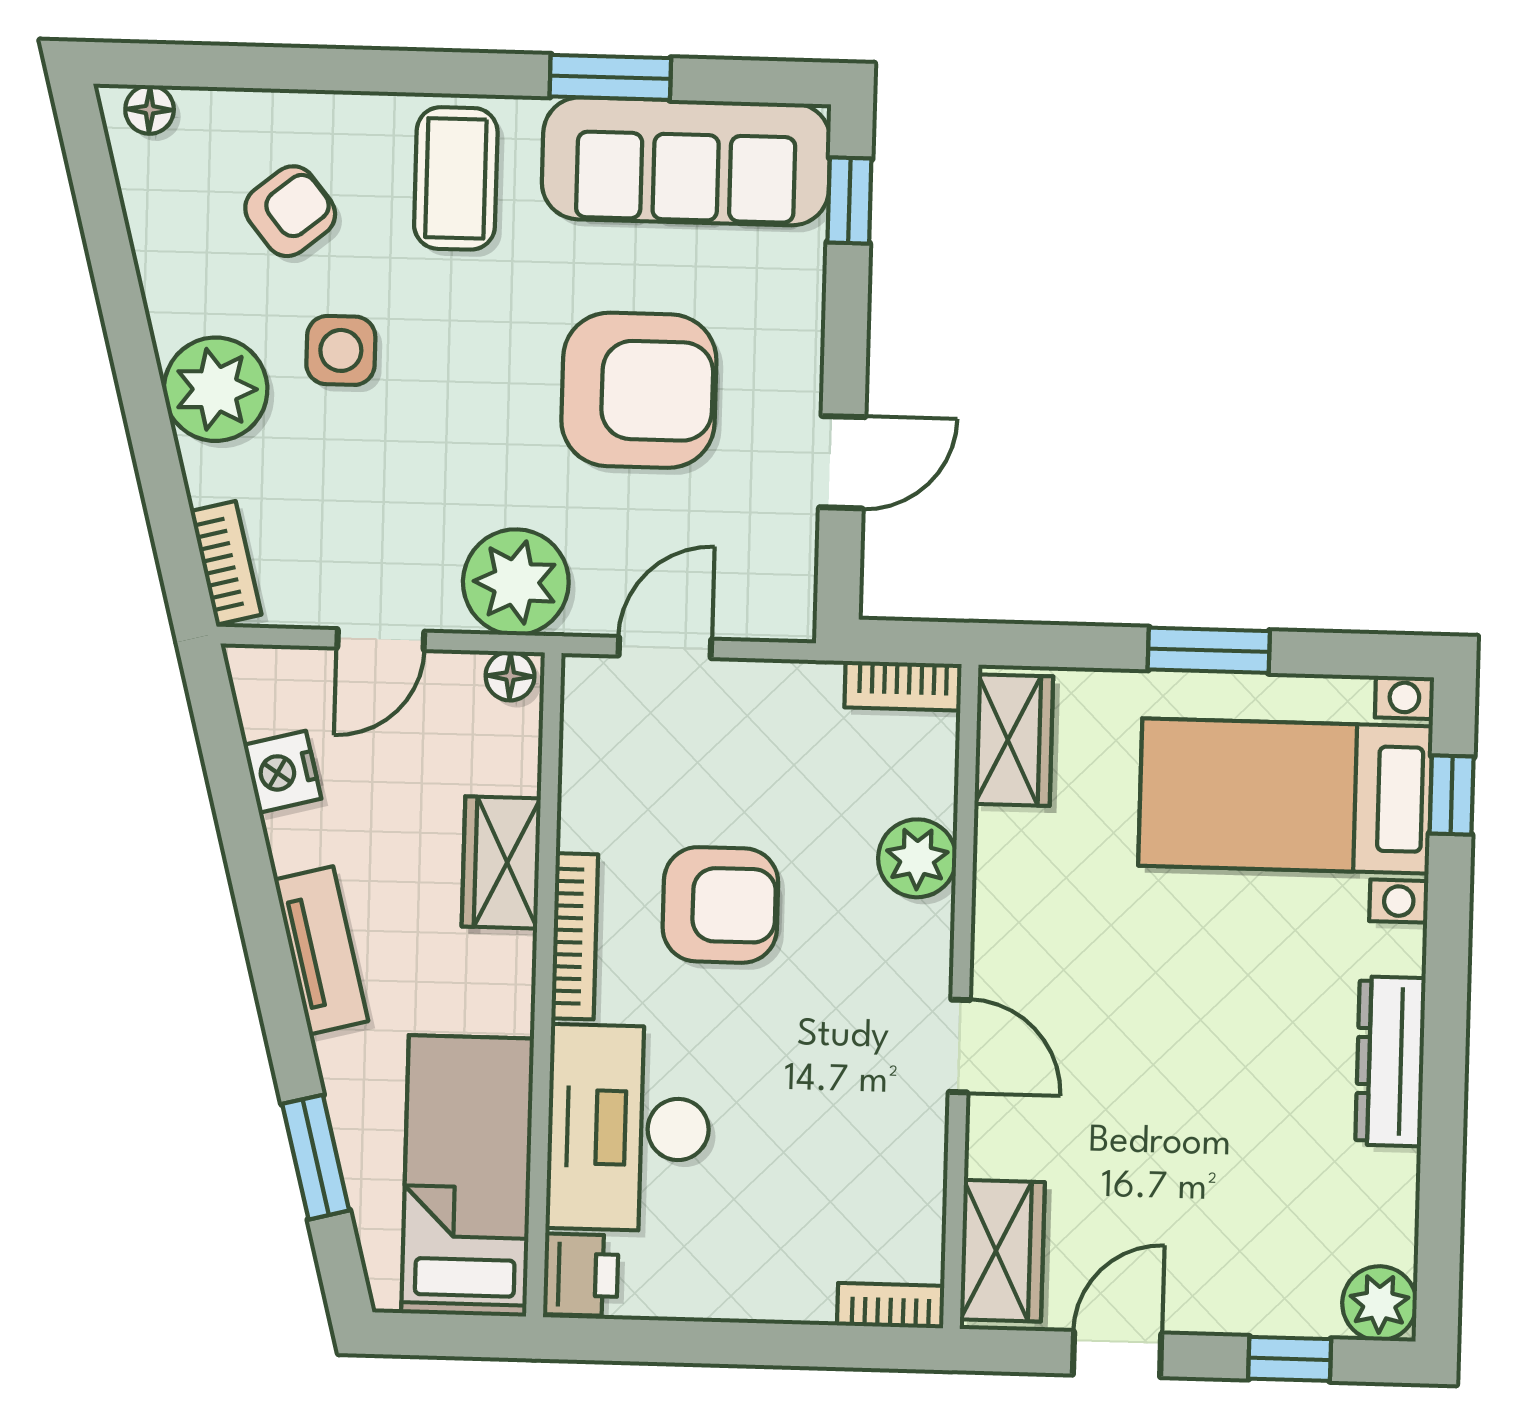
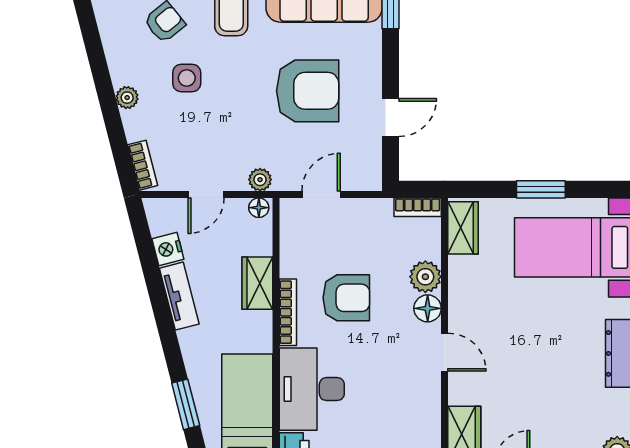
plant: (216, 389) -> (127, 98), width x0.53, depth x0.53
plant: (516, 582) -> (260, 180), width x0.53, depth x0.53
floor lamp: (920, 937) -> (428, 308), added
tv unit: (321, 950) -> (179, 296), moved

